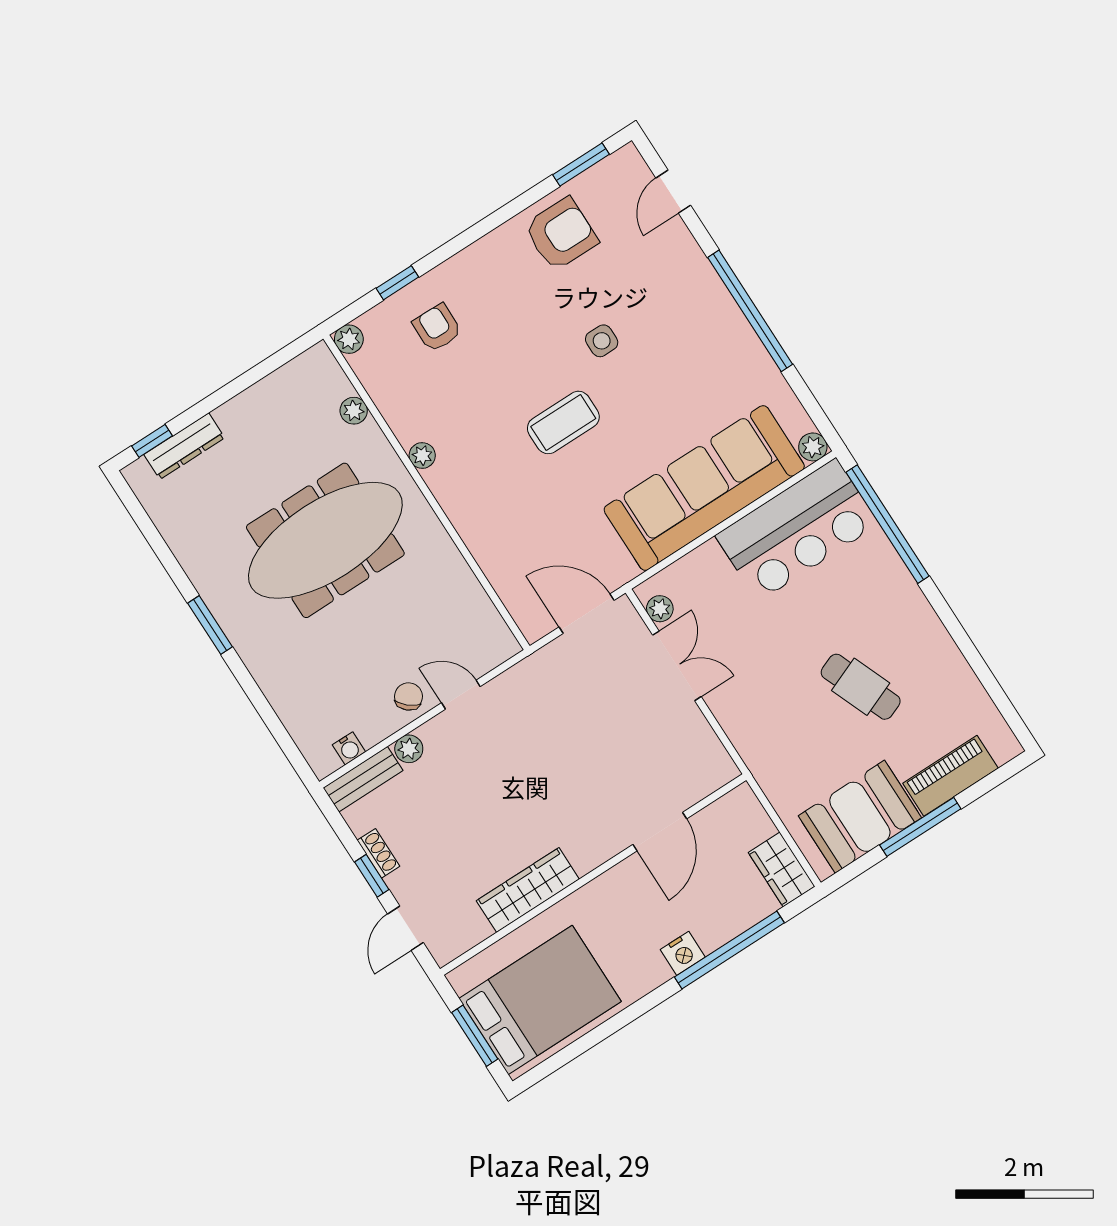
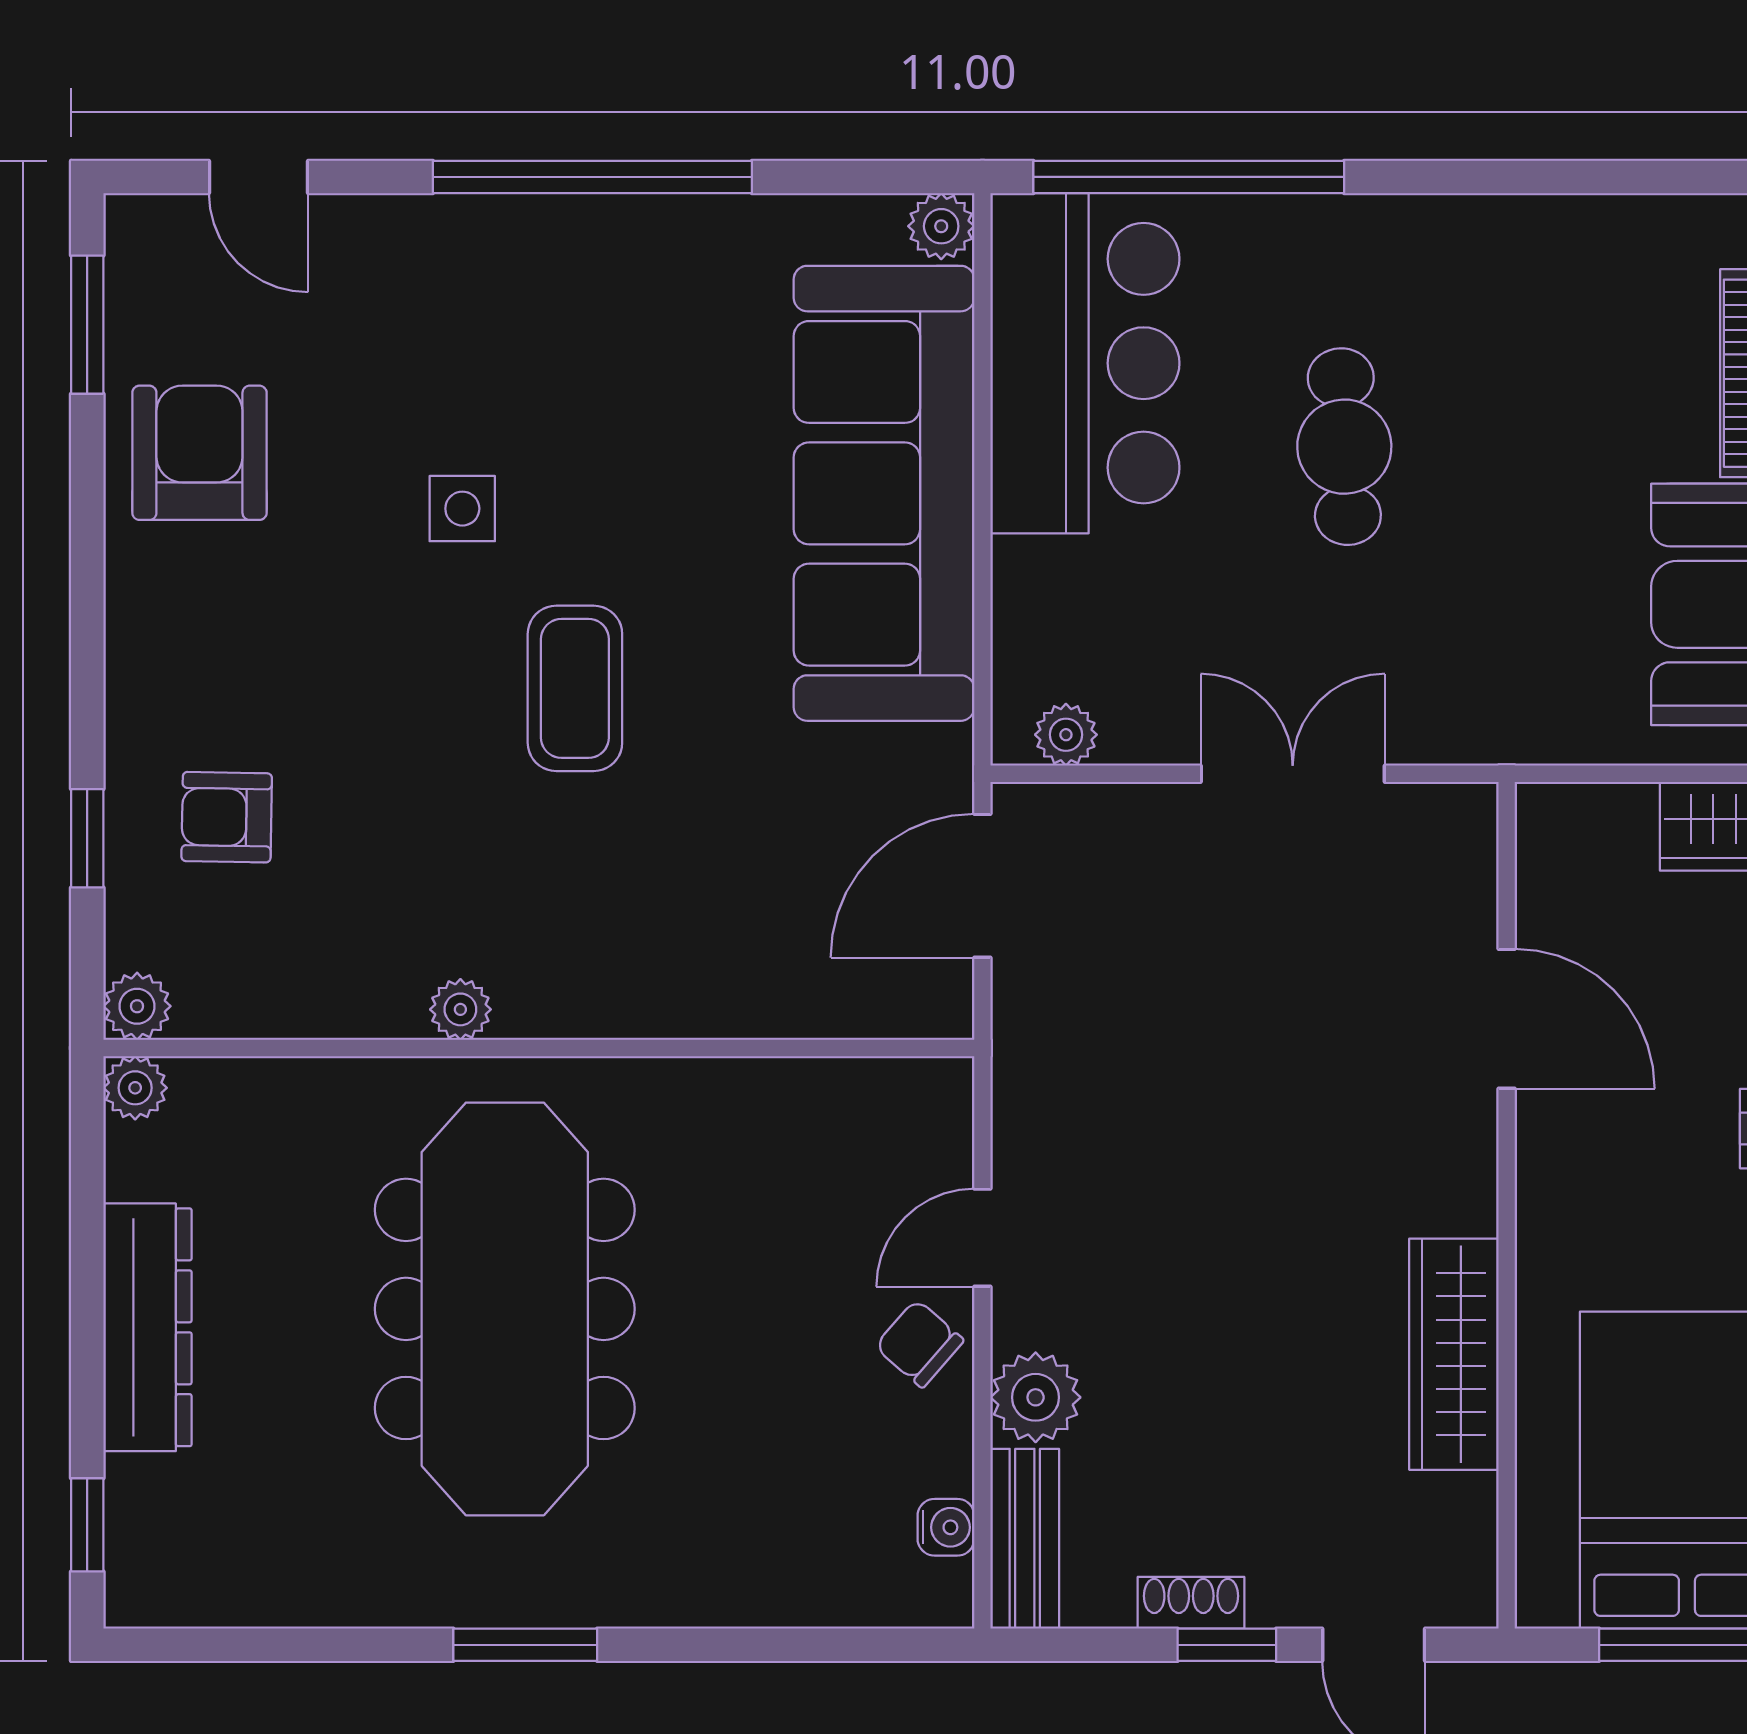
plant: (354, 411) -> (135, 1088), moved
dresser: (184, 446) -> (148, 1327), moved, width x1.37, depth x1.24
double door: (677, 666) -> (1293, 774), moved
cafe table: (861, 687) -> (1344, 447), moved, turned -71
plant: (409, 749) -> (1036, 1397), width x1.38, depth x1.38

